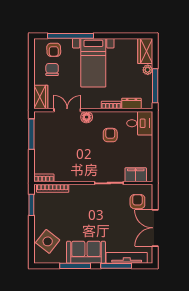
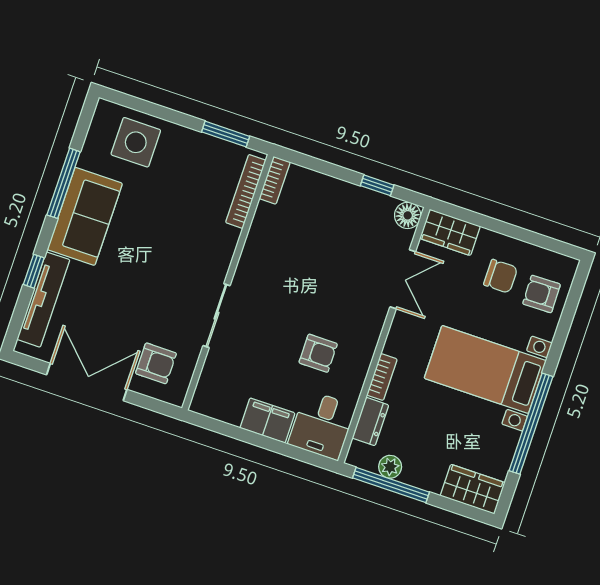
window: (70, 36) -> (531, 424), moved
plant: (148, 70) -> (390, 467), moved
floor lamp: (87, 117) -> (408, 215), moved
window: (31, 134) -> (377, 185), width x0.46
filing cabinet: (136, 175) -> (267, 420), moved, turned -90
side table: (48, 241) -> (136, 142), turned -38
window: (116, 266) -> (34, 271), width x0.46

